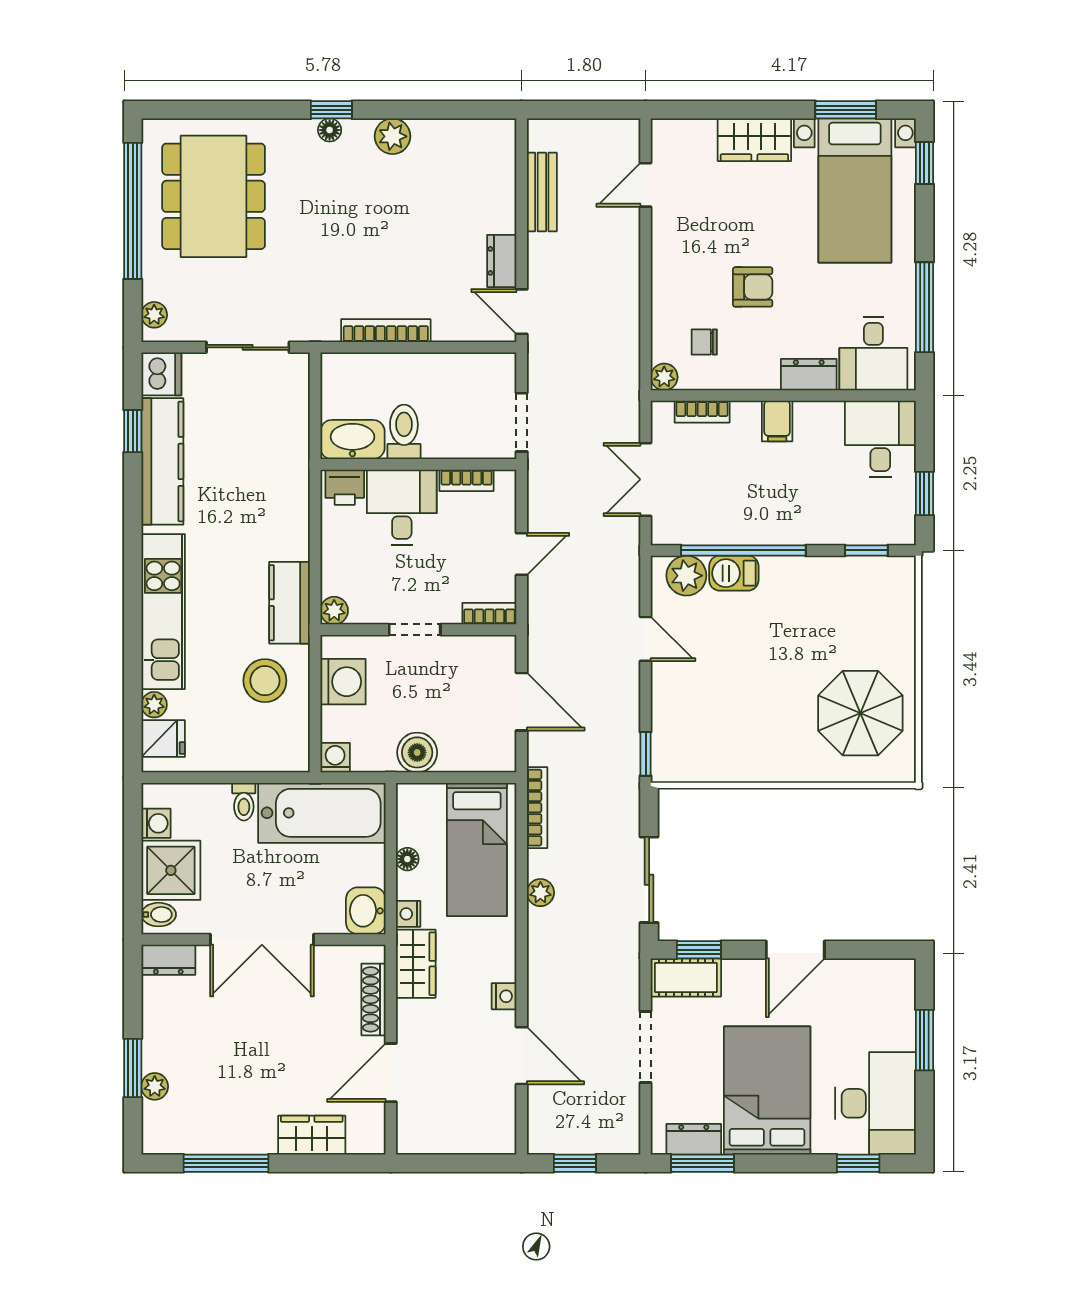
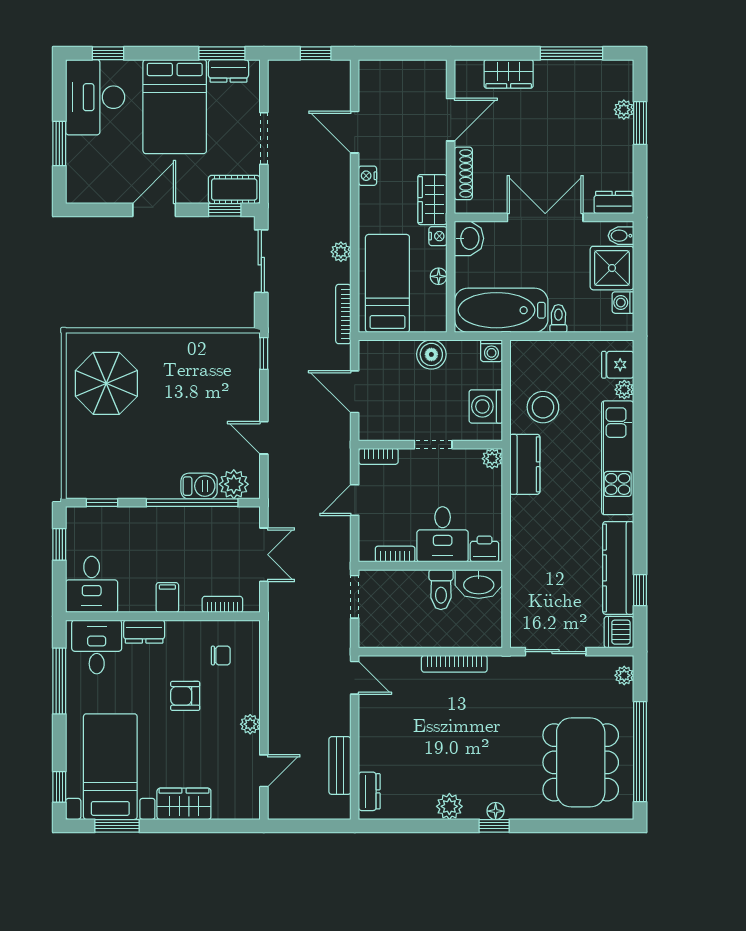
dresser: (502, 261) -> (369, 791), moved
plant: (664, 377) -> (250, 724), moved

